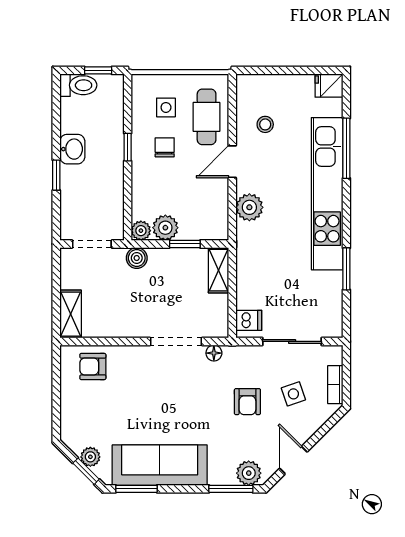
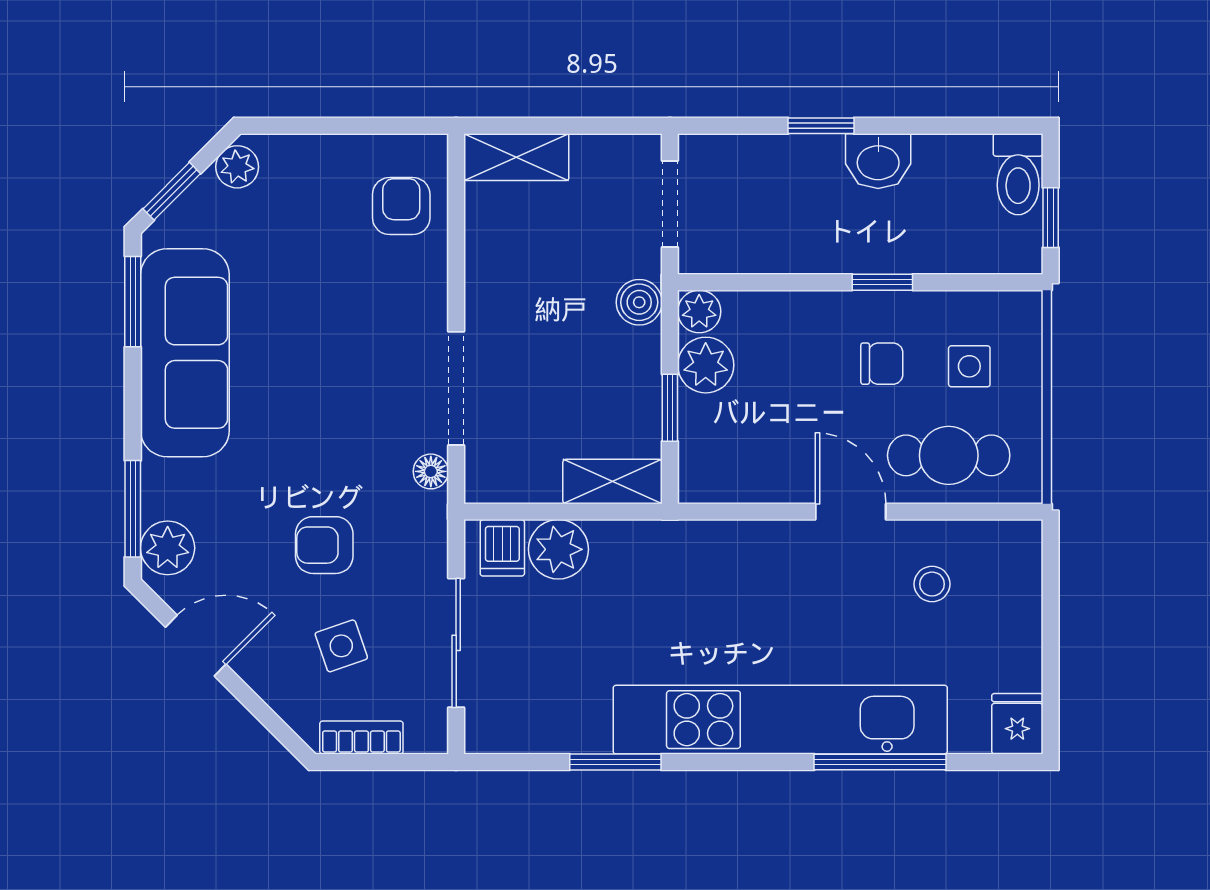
plant: (249, 207) -> (558, 549), moved
plant: (90, 457) -> (237, 167), moved

